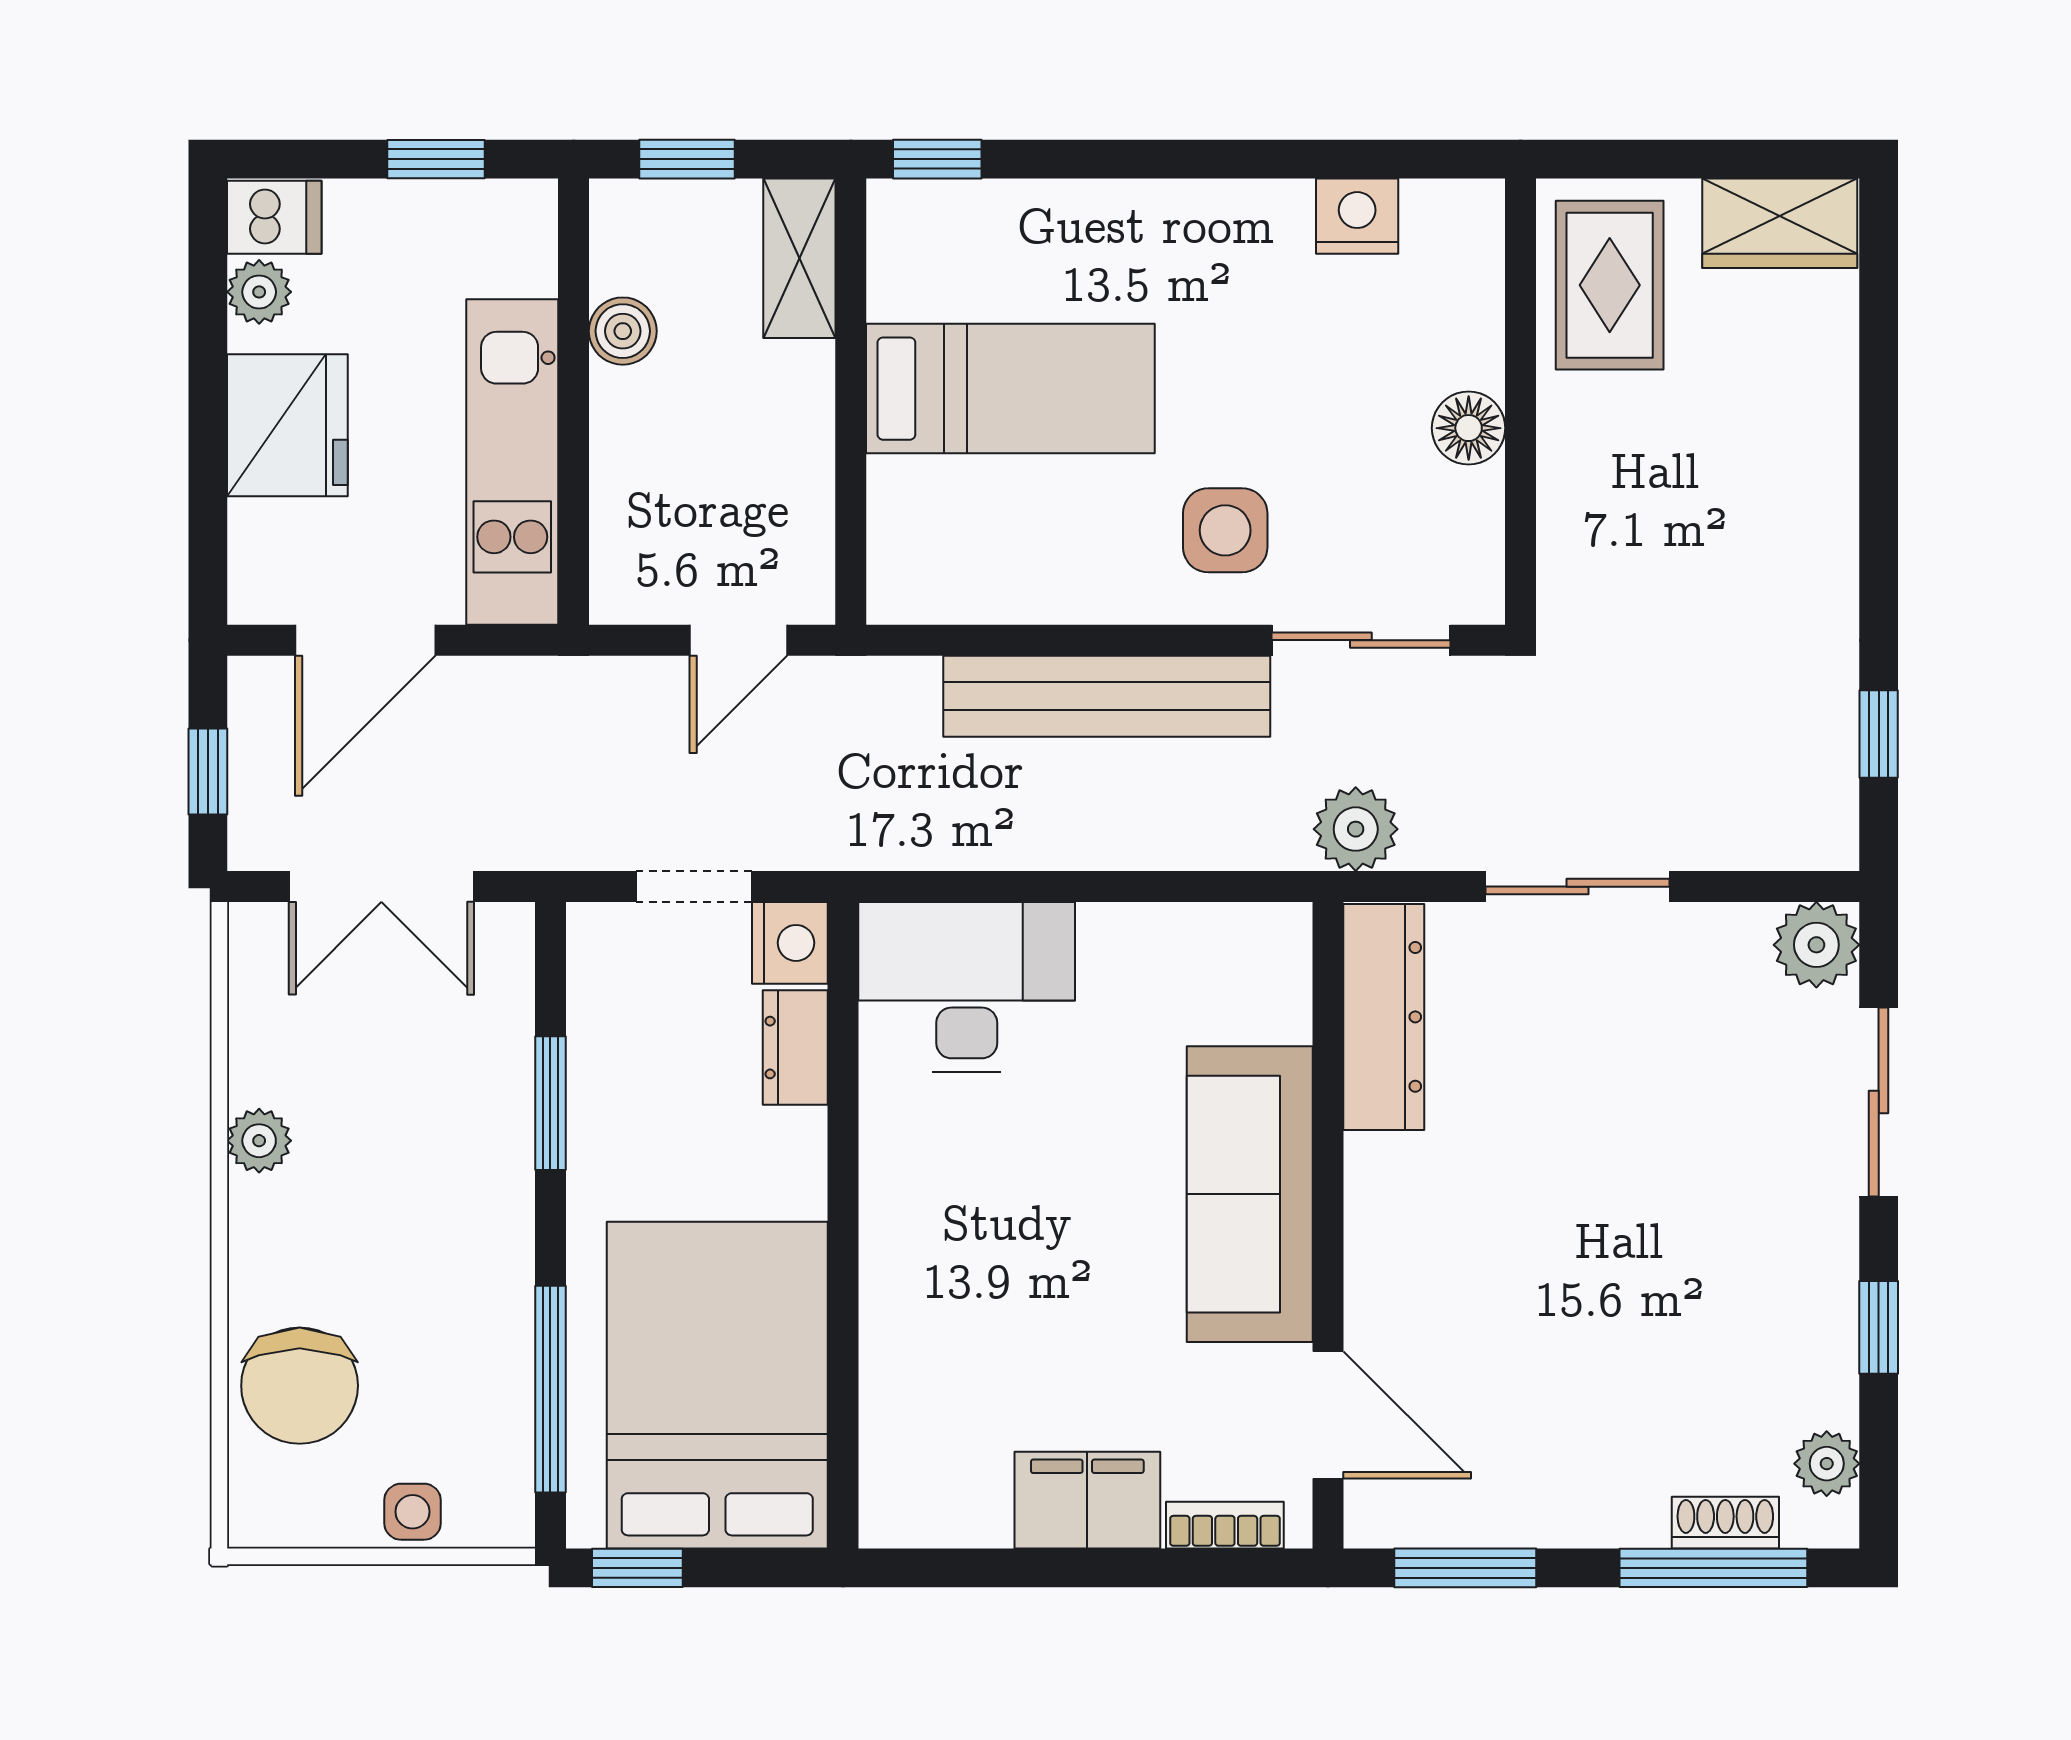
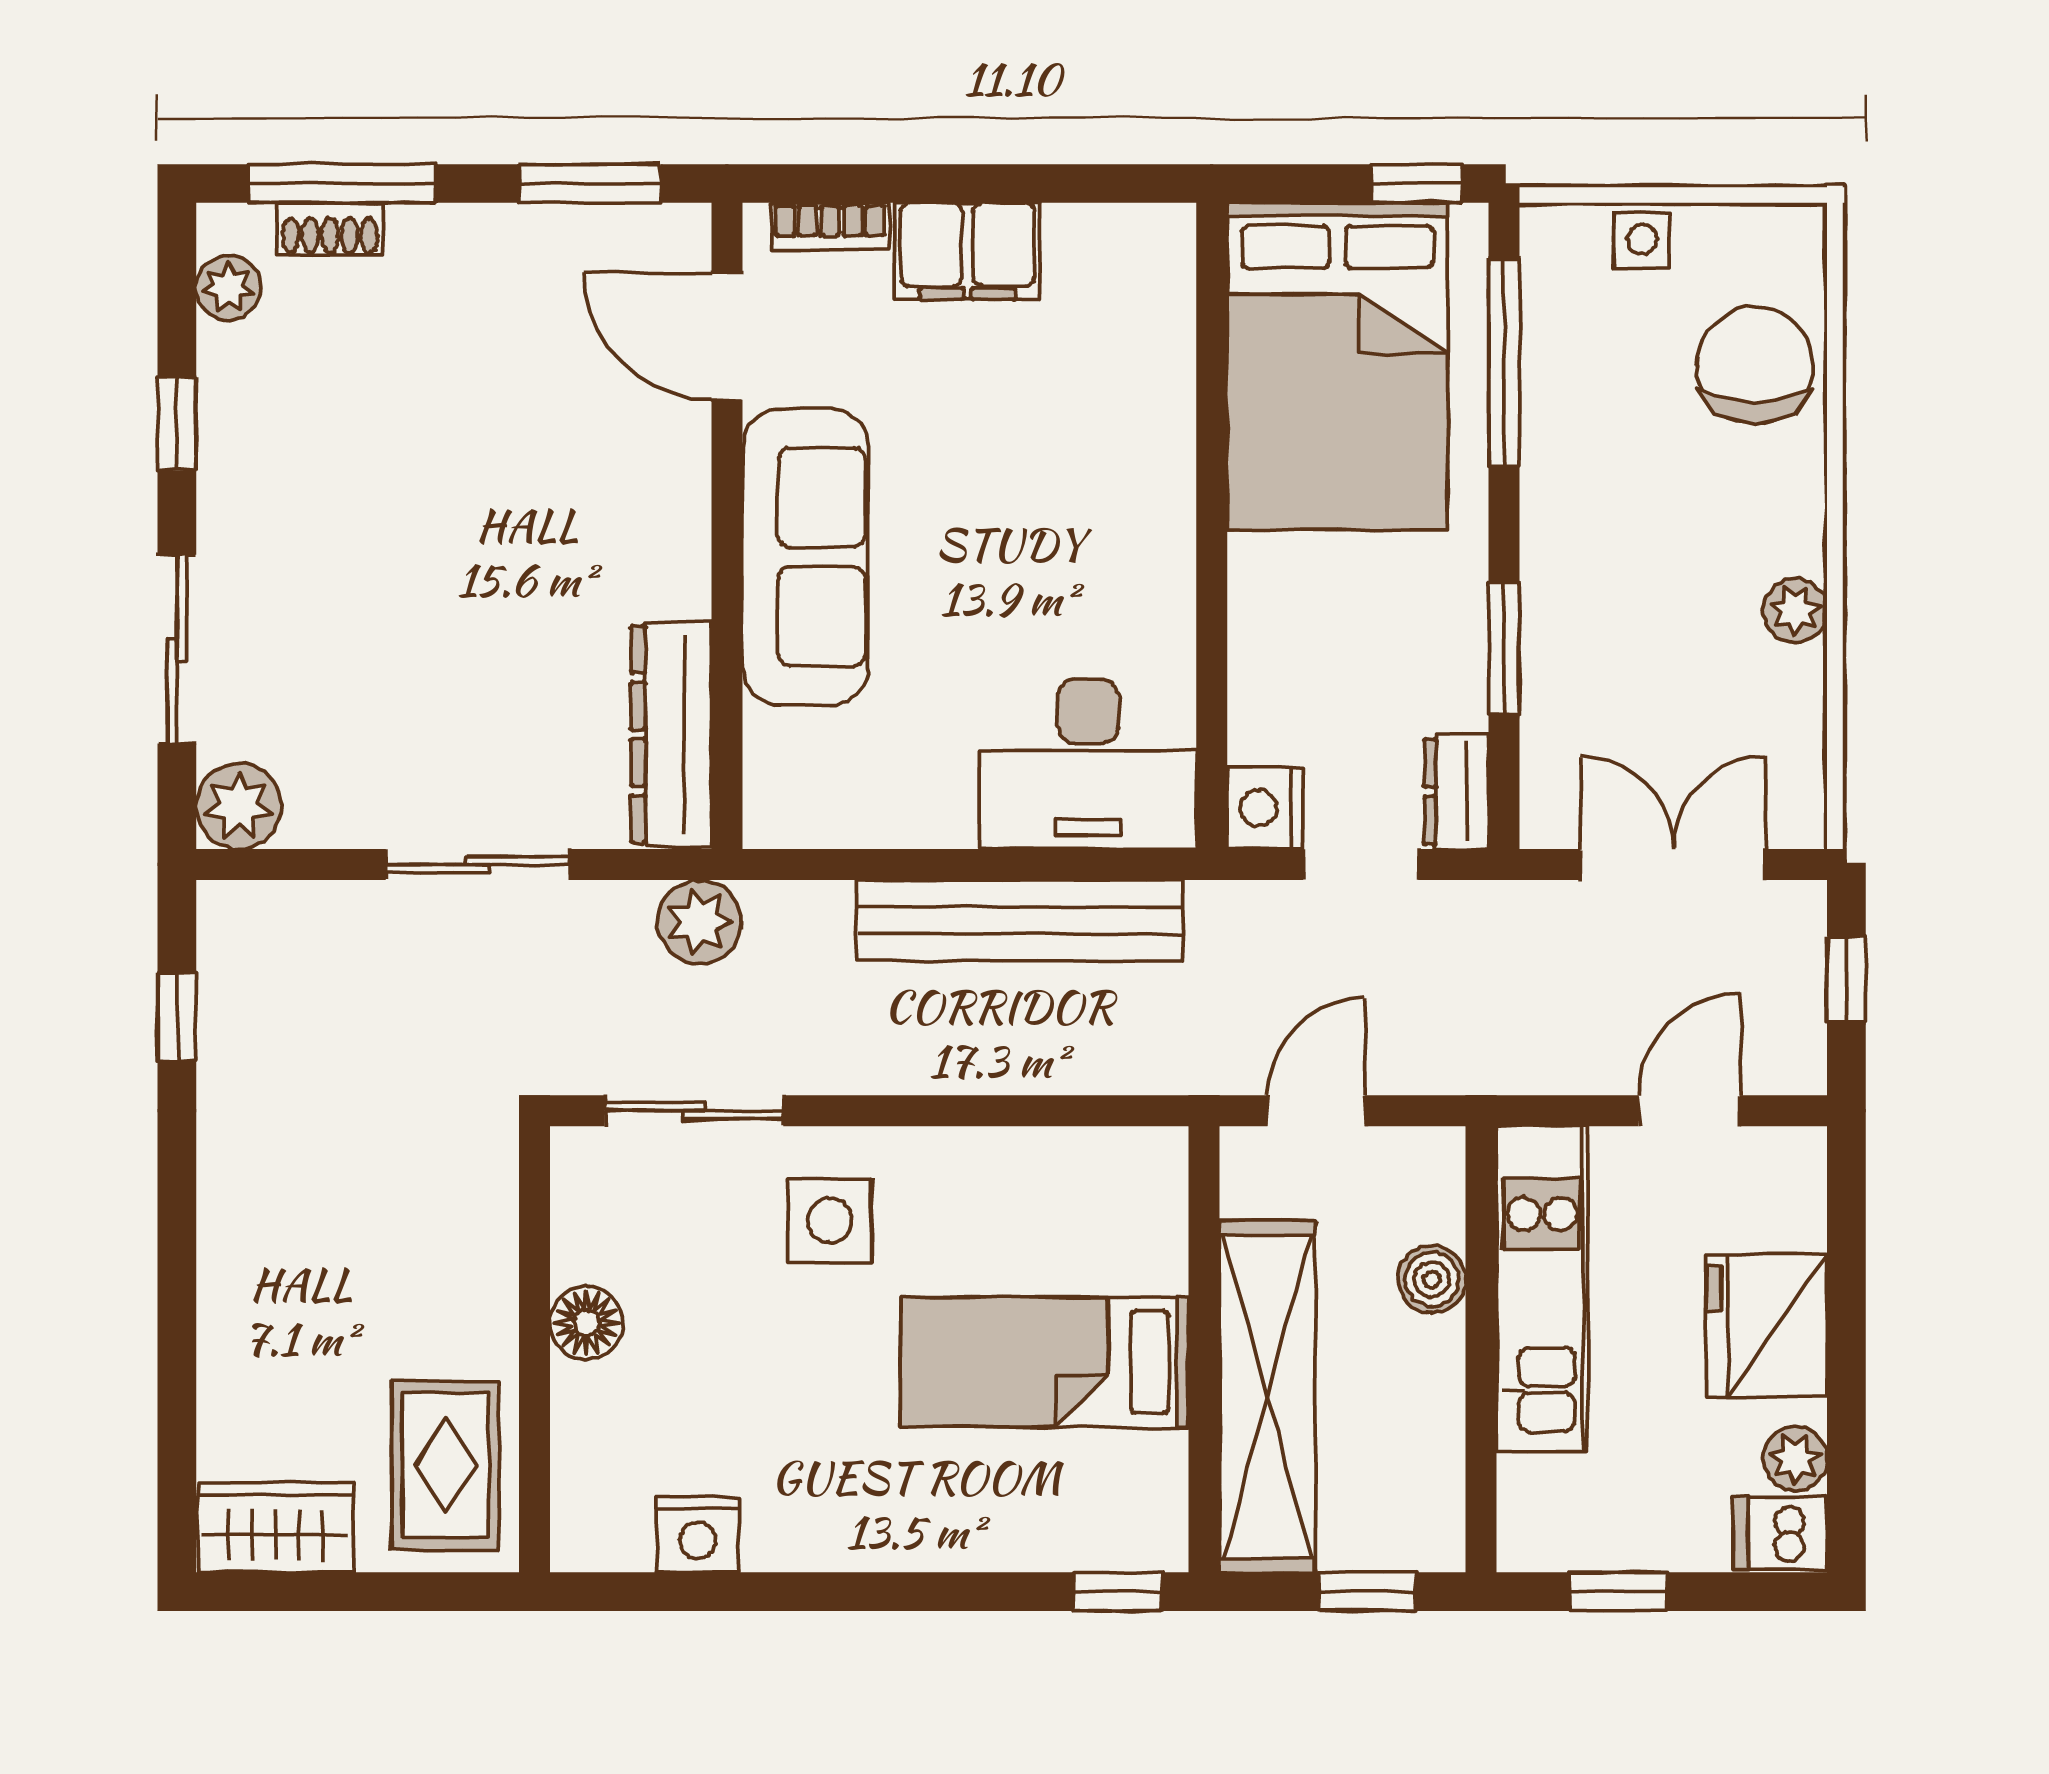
shelving: (799, 258) -> (1267, 1396), width x2.20, depth x1.33
boiler: (623, 331) -> (1432, 1279), moved
door: (365, 640) -> (1689, 1111), width x0.73
bench: (1107, 696) -> (1019, 920), moved
dresser: (795, 1048) -> (1456, 792), moved, turned 180

